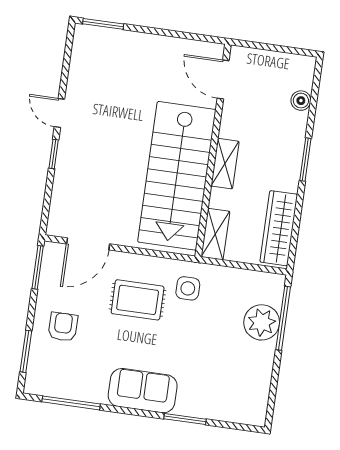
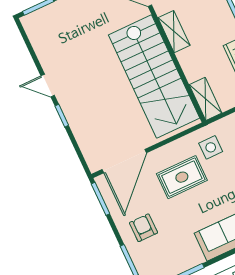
shelving: (225, 164) -> (174, 32), moved
door: (88, 244) -> (124, 161), width x1.36

